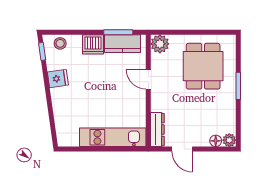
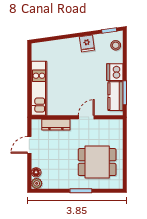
plant: (160, 44) -> (115, 127), removed
dresser: (157, 130) -> (56, 125), moved

